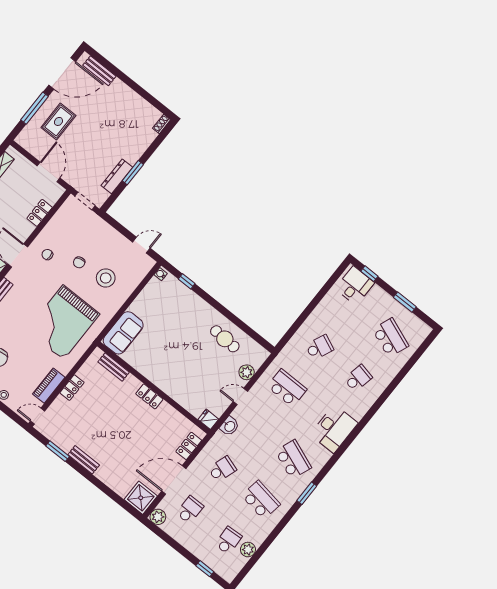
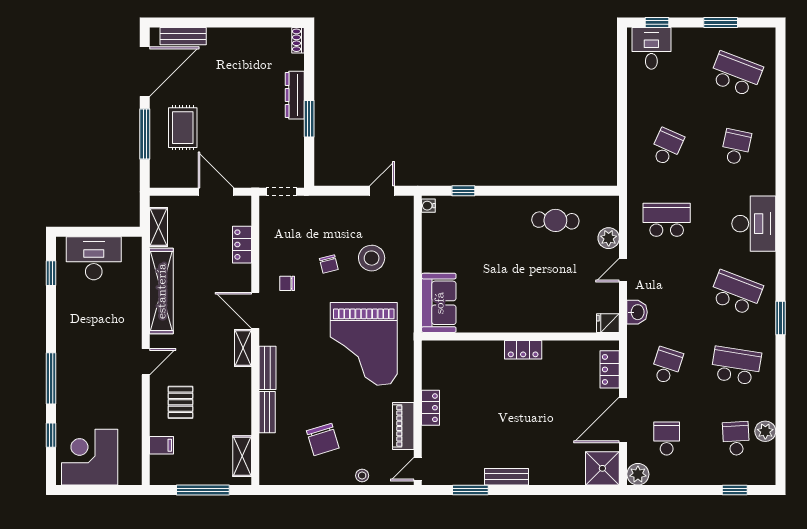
dresser: (117, 176) -> (295, 95), moved
bench: (114, 367) -> (458, 349), removed

